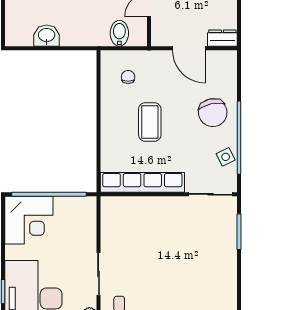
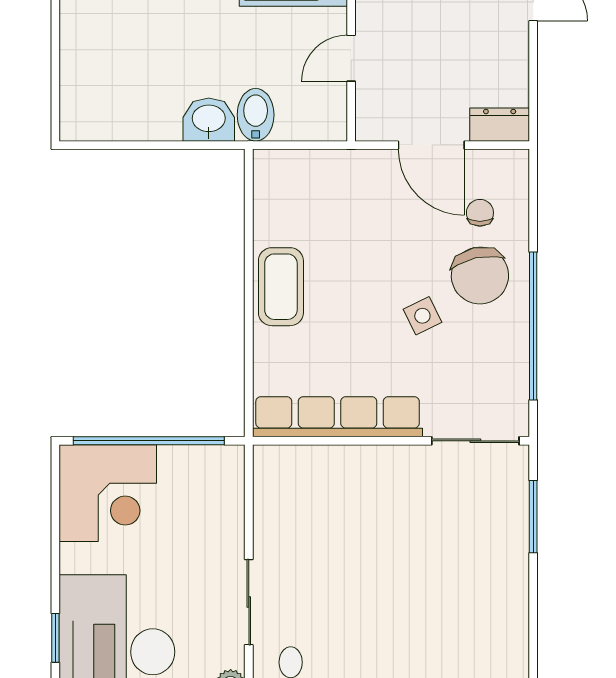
bidet: (119, 33) -> (256, 115), moved
washbasin: (47, 36) -> (209, 120), moved
chair: (128, 77) -> (480, 213), moved
coffee table: (150, 122) -> (281, 287), moved
side table: (226, 157) -> (422, 316), moved

